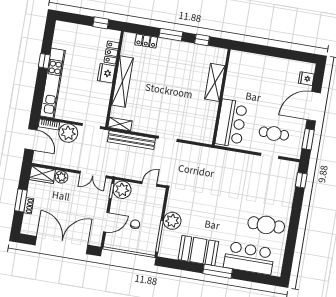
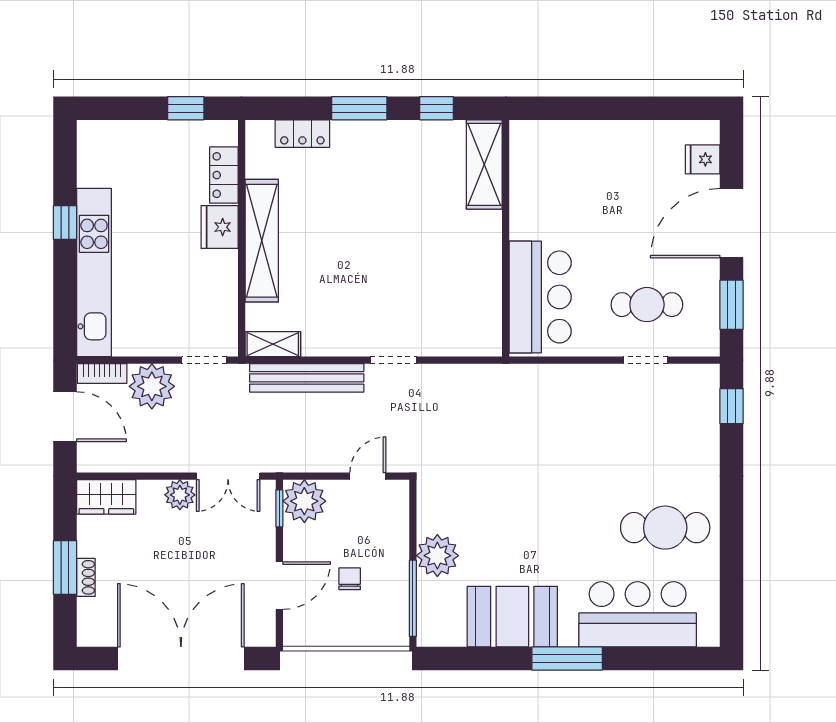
shelving: (215, 82) -> (484, 164), moved
plant: (62, 177) -> (180, 495), moved

